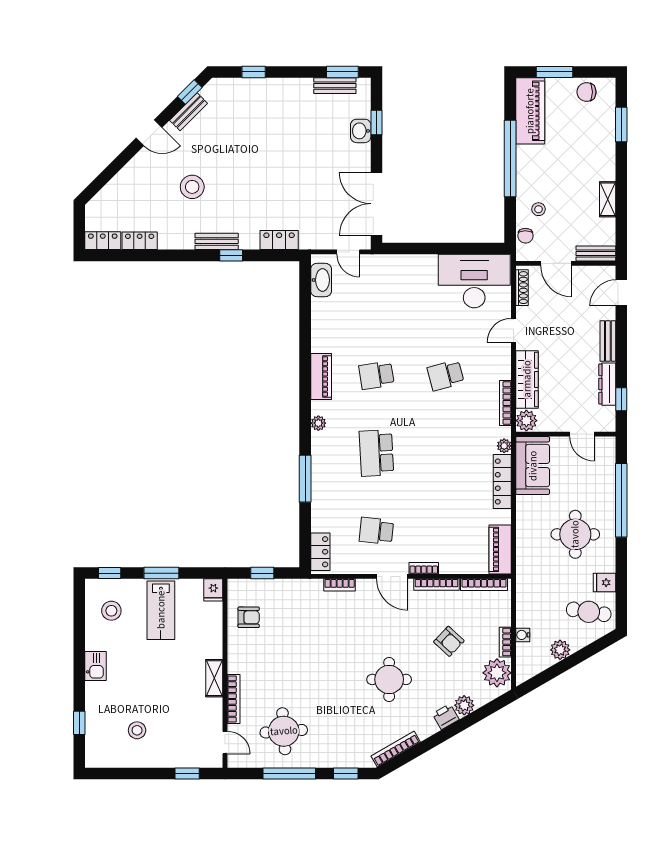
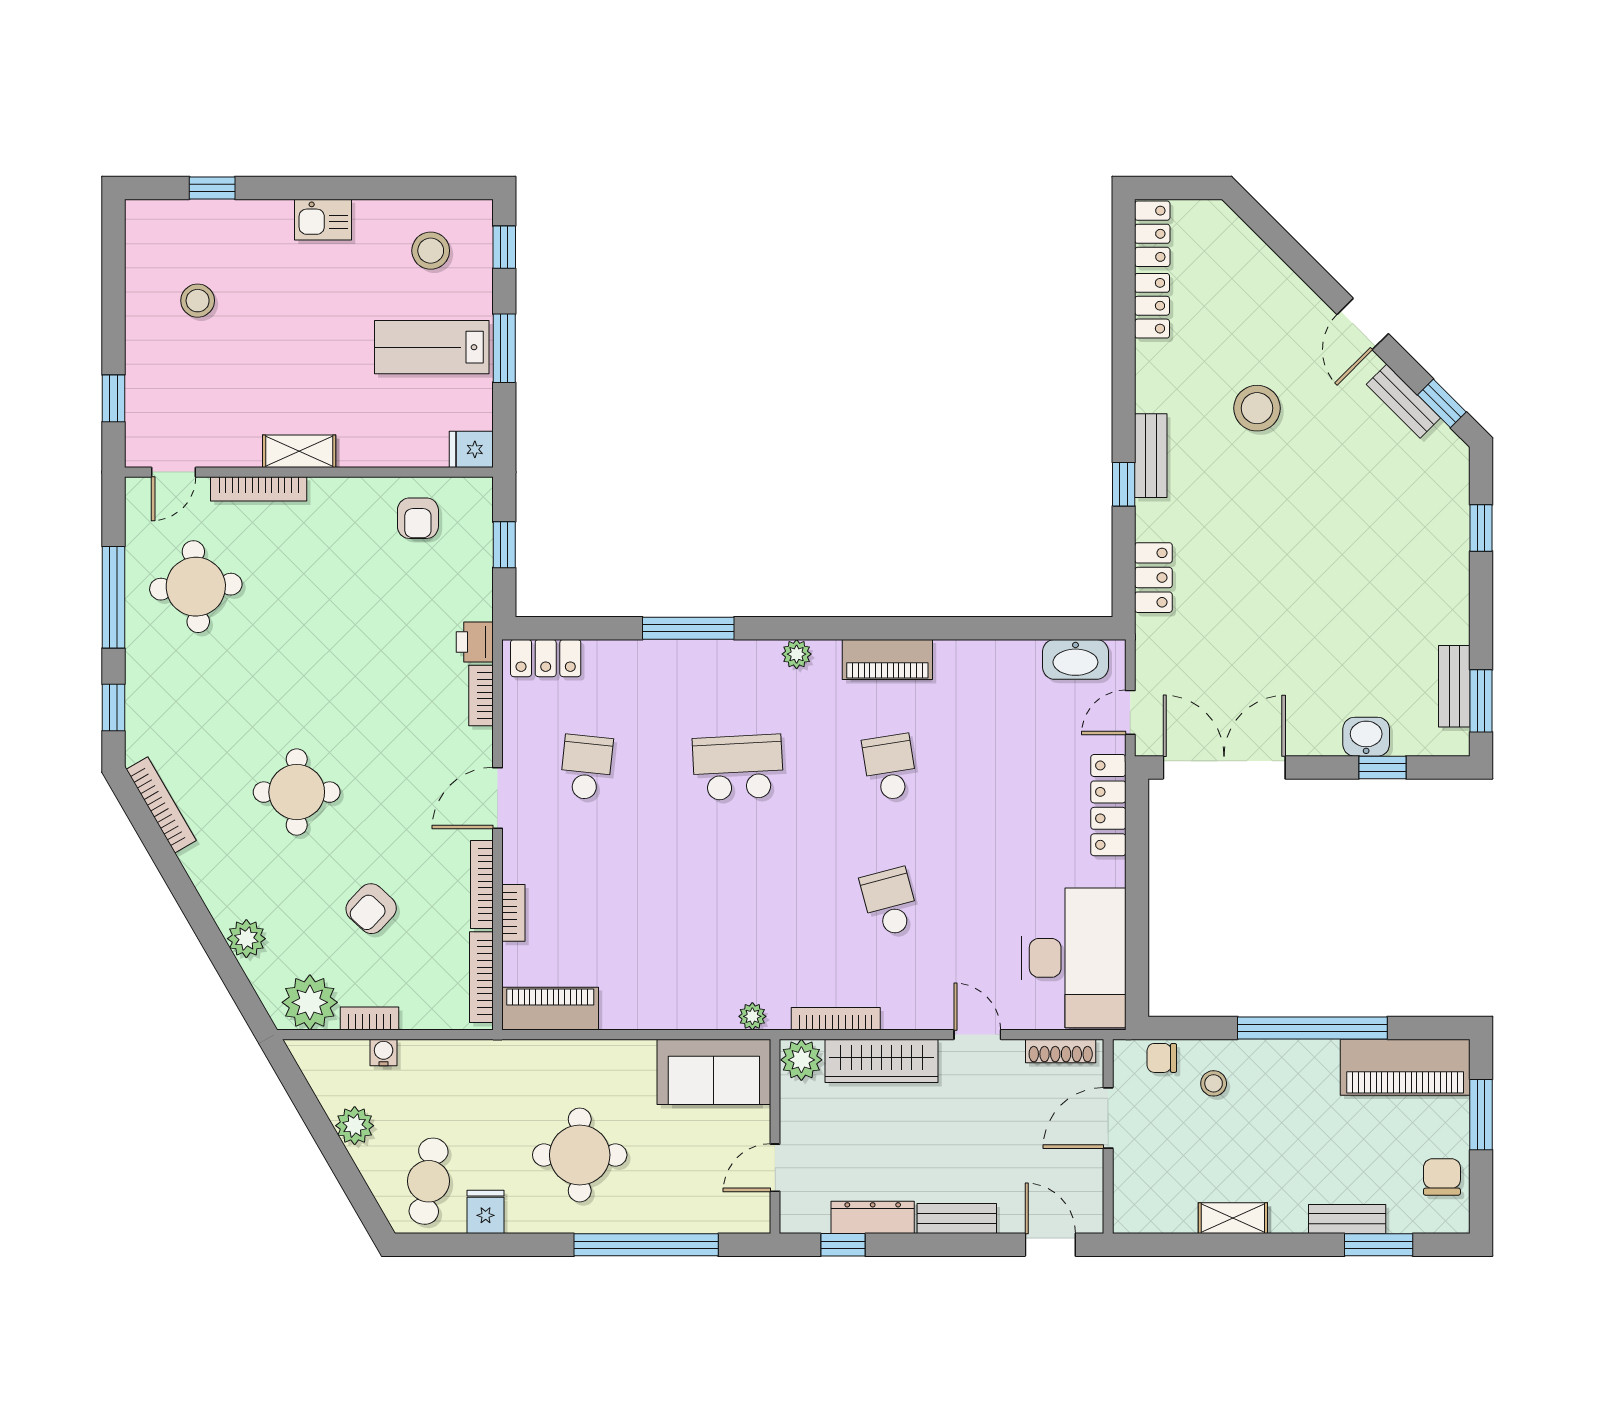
bench: (596, 253) -> (1347, 1219), moved, turned 90
locker: (502, 481) -> (1108, 805), moved, turned -90
bookcase: (424, 568) -> (513, 913), moved
printer: (446, 717) -> (475, 642), moved, turned -150

